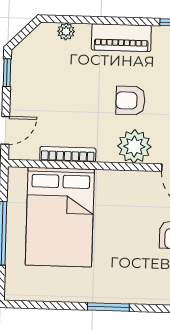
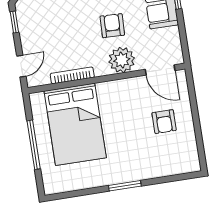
armchair: (130, 101) -> (112, 26), turned 92

